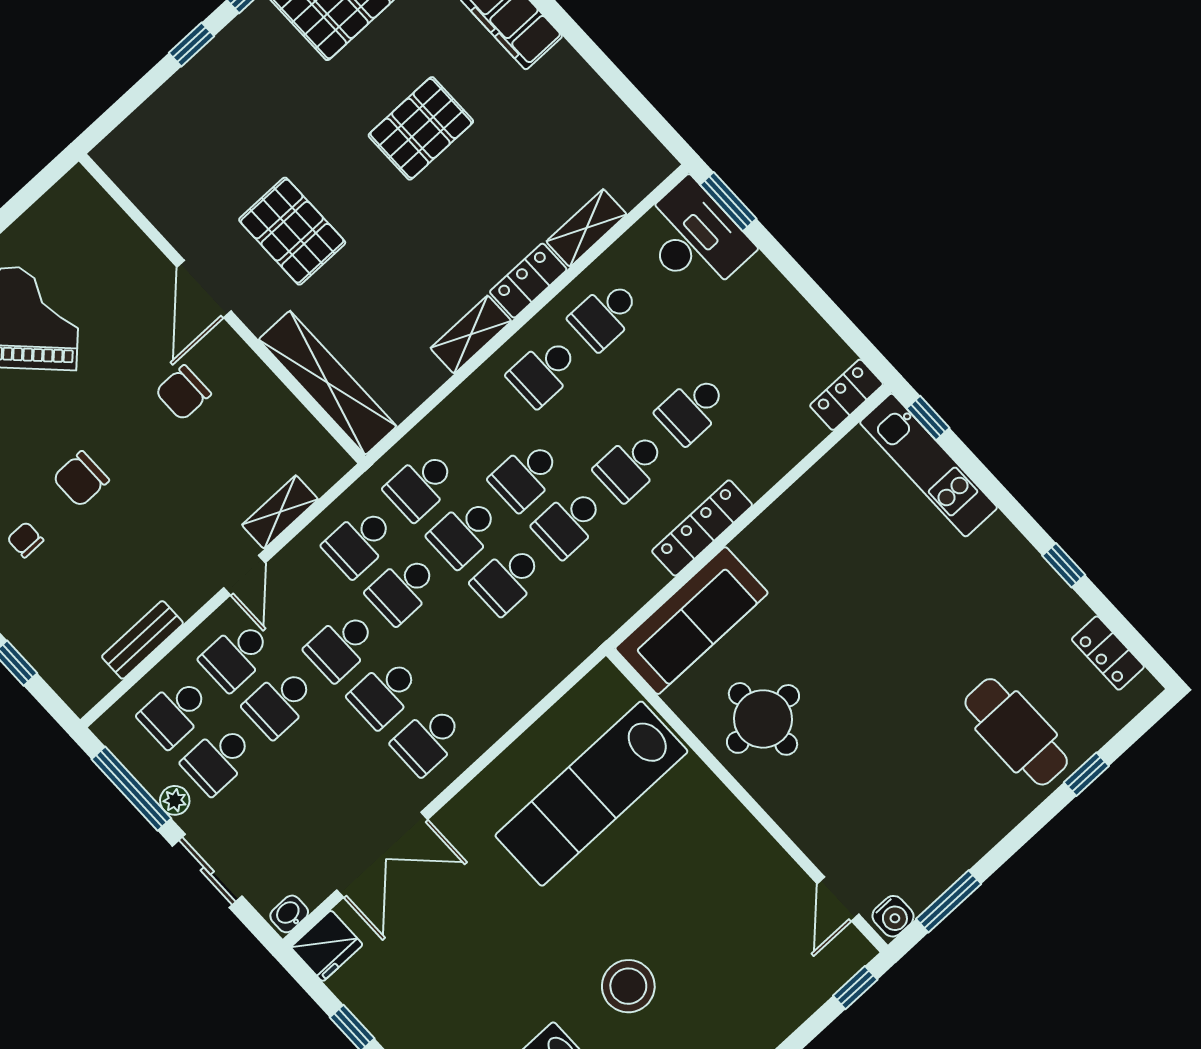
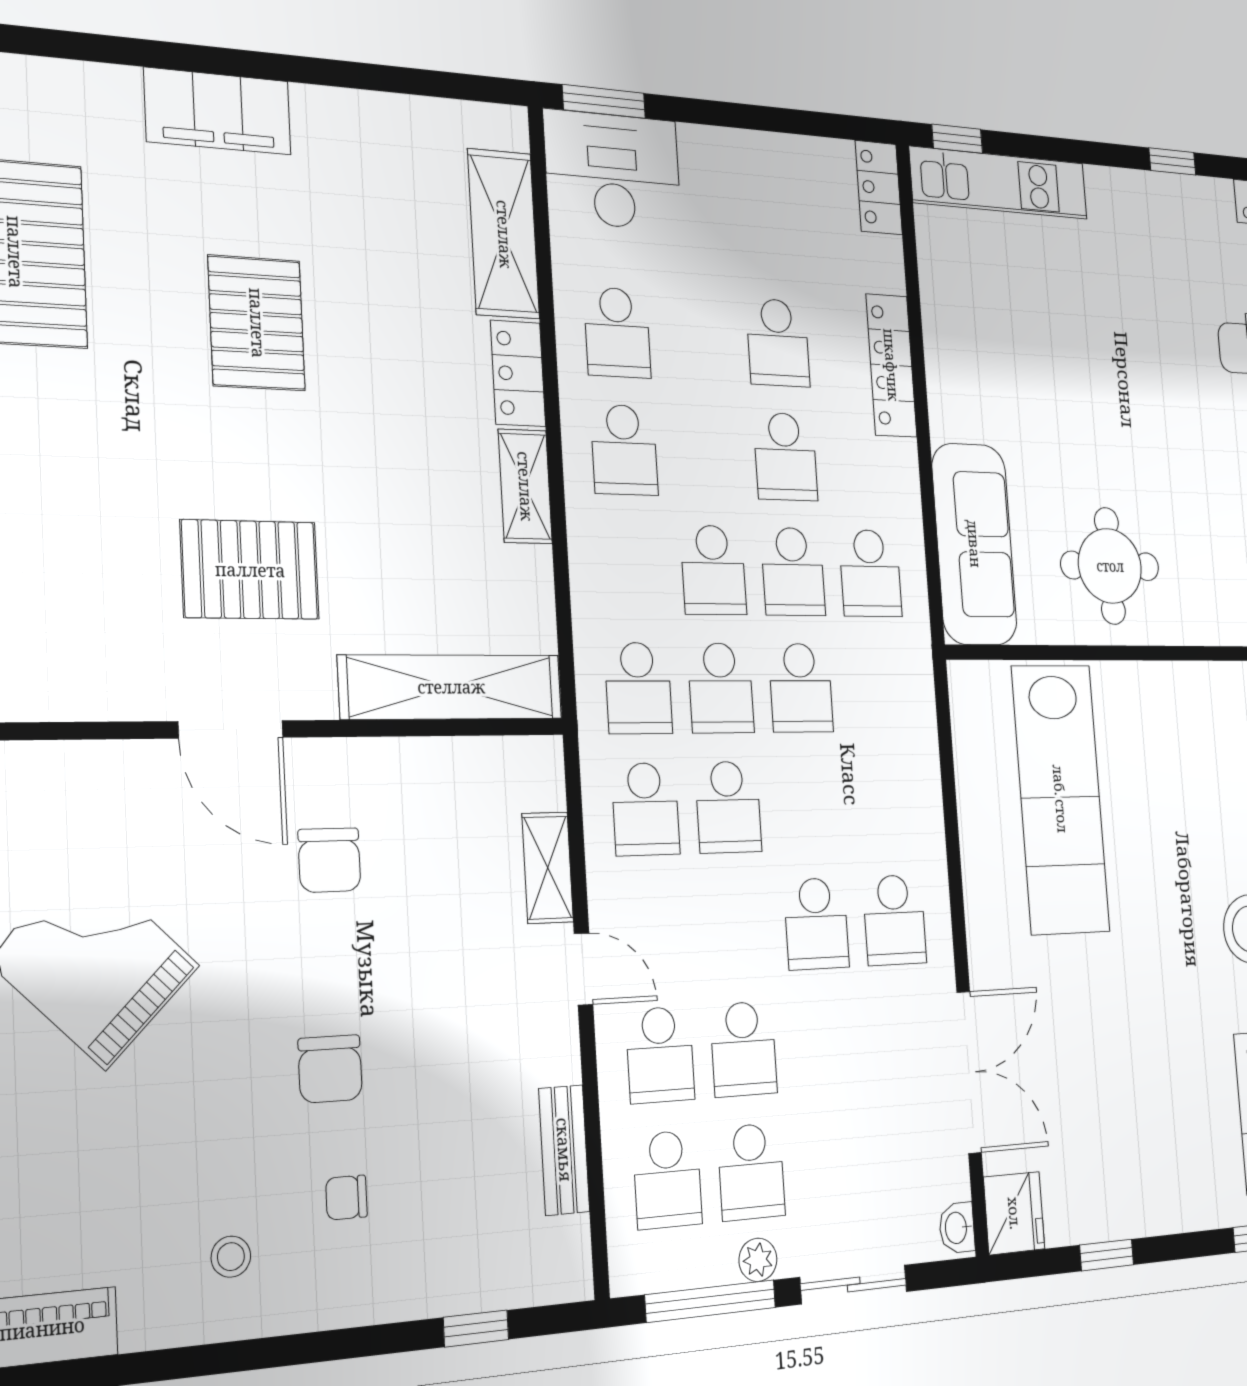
shelving: (587, 228) -> (504, 234), width x1.50, depth x1.33
locker: (702, 528) -> (891, 365), moved
school desk: (341, 646) -> (870, 573), moved

